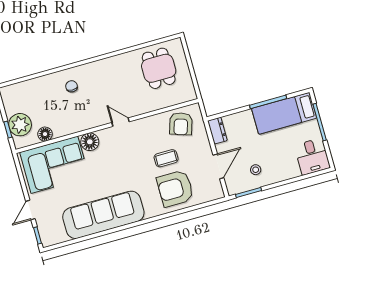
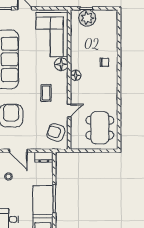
dining table: (159, 68) -> (100, 128), width x1.38
door: (121, 122) -> (69, 111), moved
floor lamp: (45, 134) -> (76, 75), moved
coffee table: (166, 158) -> (46, 93), moved

